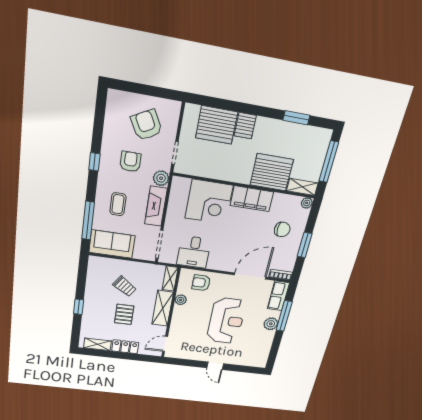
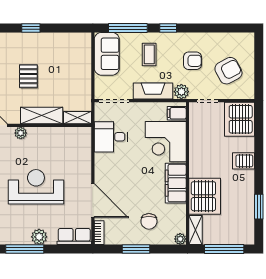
server rack: (217, 125) -> (239, 119), moved
window: (95, 162) -> (168, 28), moved
filing cabinet: (182, 186) -> (177, 113), added
coffee table: (118, 204) -> (149, 54), turned 90
armchair: (201, 283) -> (77, 151), removed
trolley: (125, 286) -> (62, 72), removed
plant: (181, 300) -> (21, 133), moved
pallet: (124, 314) -> (28, 76), turned 90
window: (284, 316) -> (25, 249), moved
reception desk: (226, 321) -> (36, 187), turned 180

